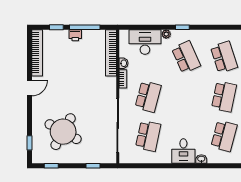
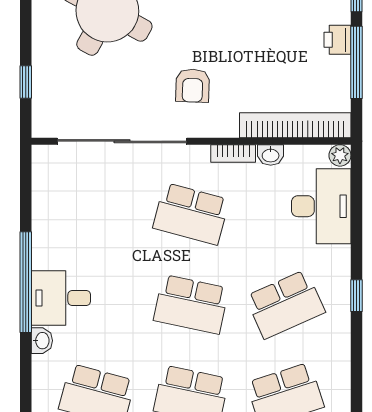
plant: (166, 34) -> (340, 155), moved
armchair: (94, 96) -> (193, 86), added
school desk: (148, 136) -> (191, 304), moved
window: (177, 166) -> (26, 282), added

